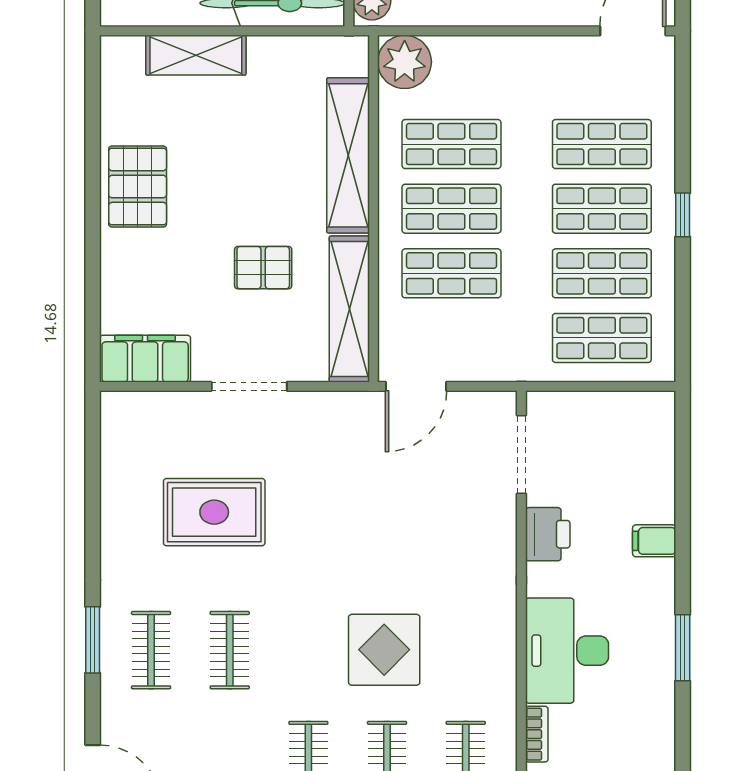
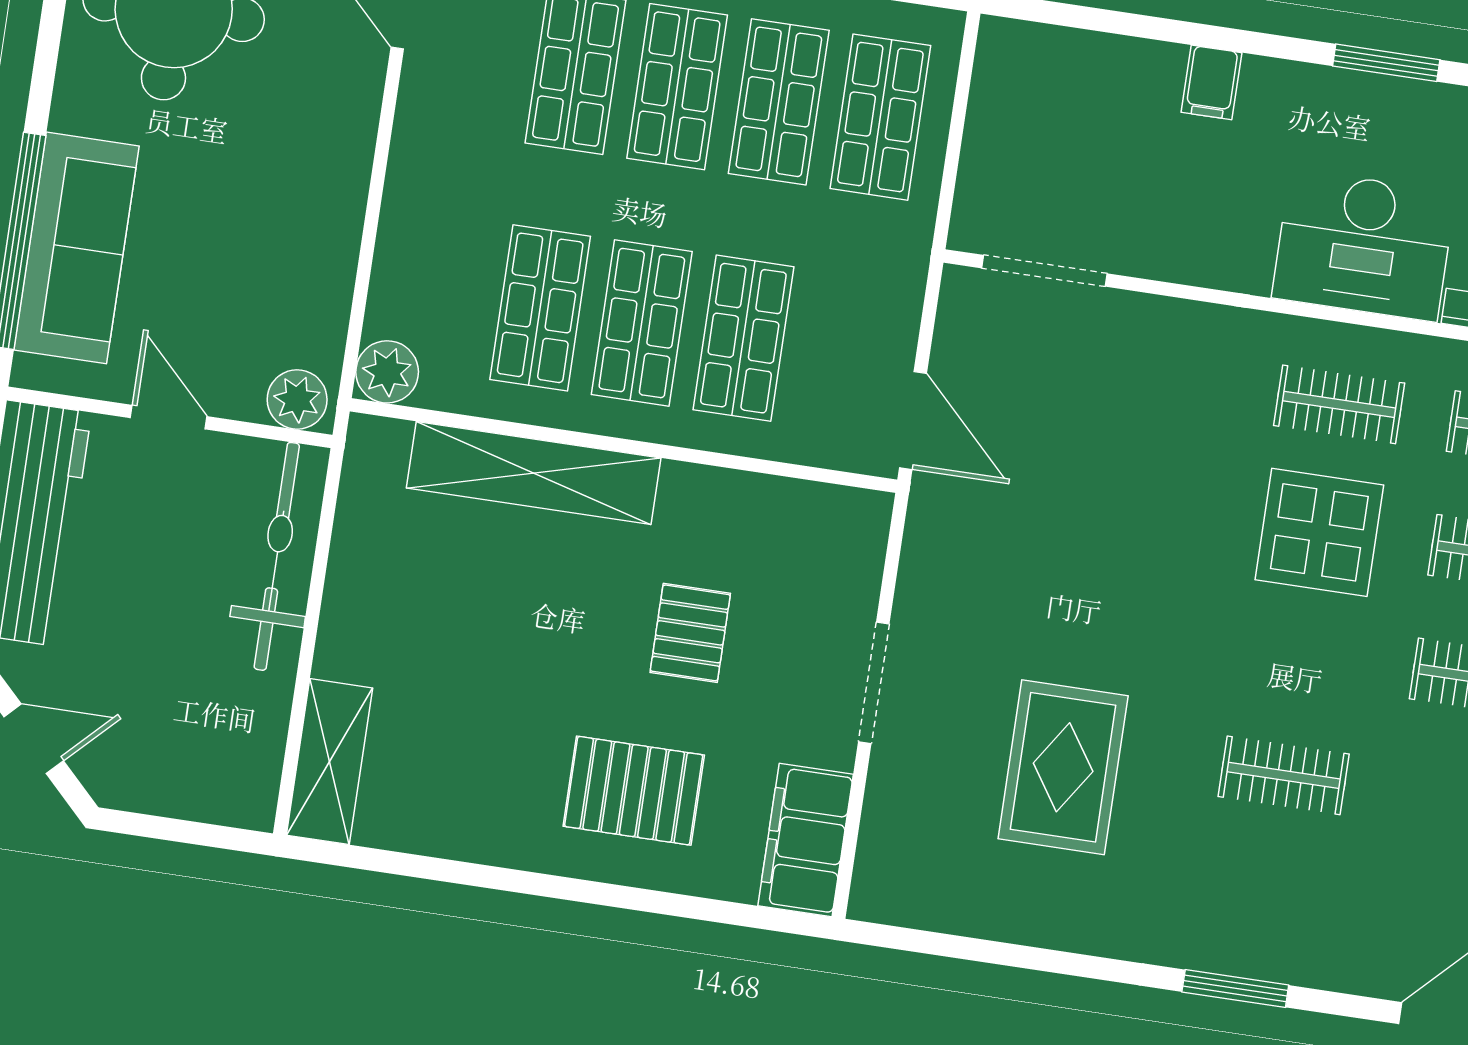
shelving: (196, 55) -> (329, 762), moved
plant: (405, 62) -> (387, 372), width x0.73, depth x0.73
pallet: (138, 187) -> (634, 791), moved
shelving: (349, 309) -> (776, 507), removed
printer: (548, 534) -> (1176, 248), removed
clothes rail: (151, 650) -> (1339, 404), moved

